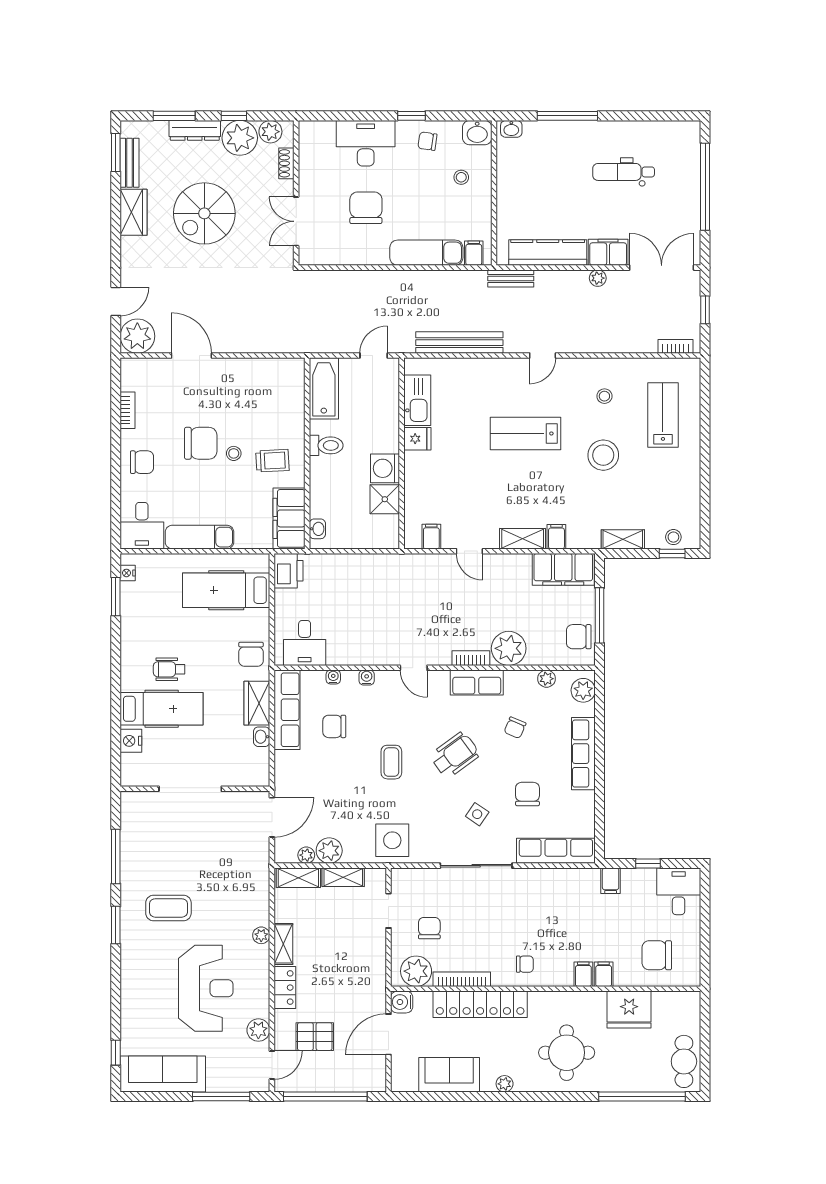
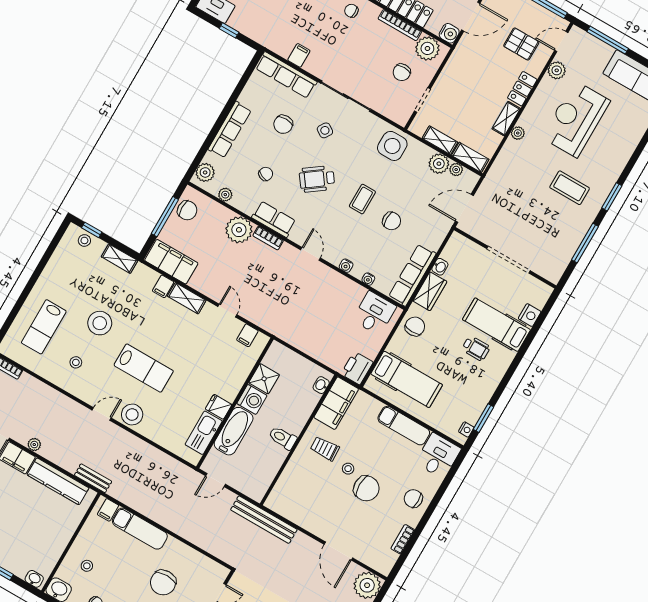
bench: (459, 343) -> (264, 520), moved
stool: (508, 374) -> (132, 415), added
bathtub: (324, 388) -> (234, 431), moved, turned 180
chair: (201, 443) -> (366, 488), turned 180
chair: (334, 726) -> (392, 221), moved
filing cabinet: (611, 881) -> (299, 55), moved

